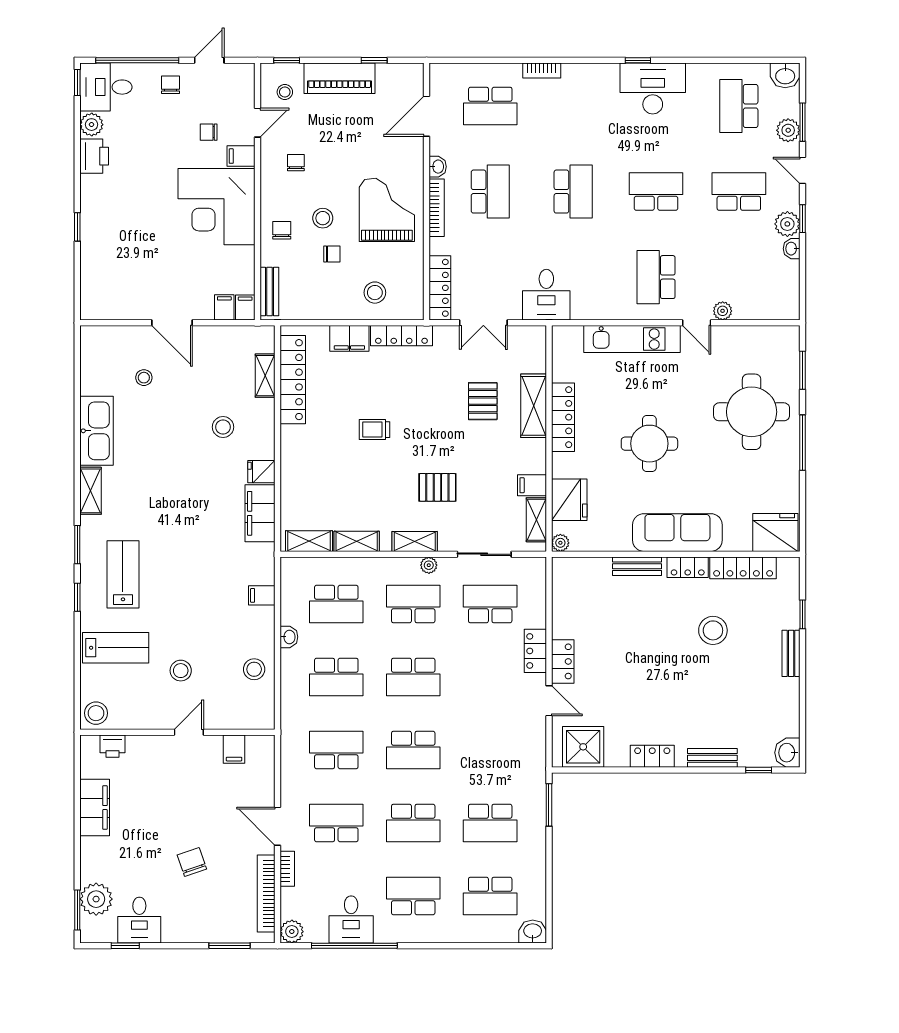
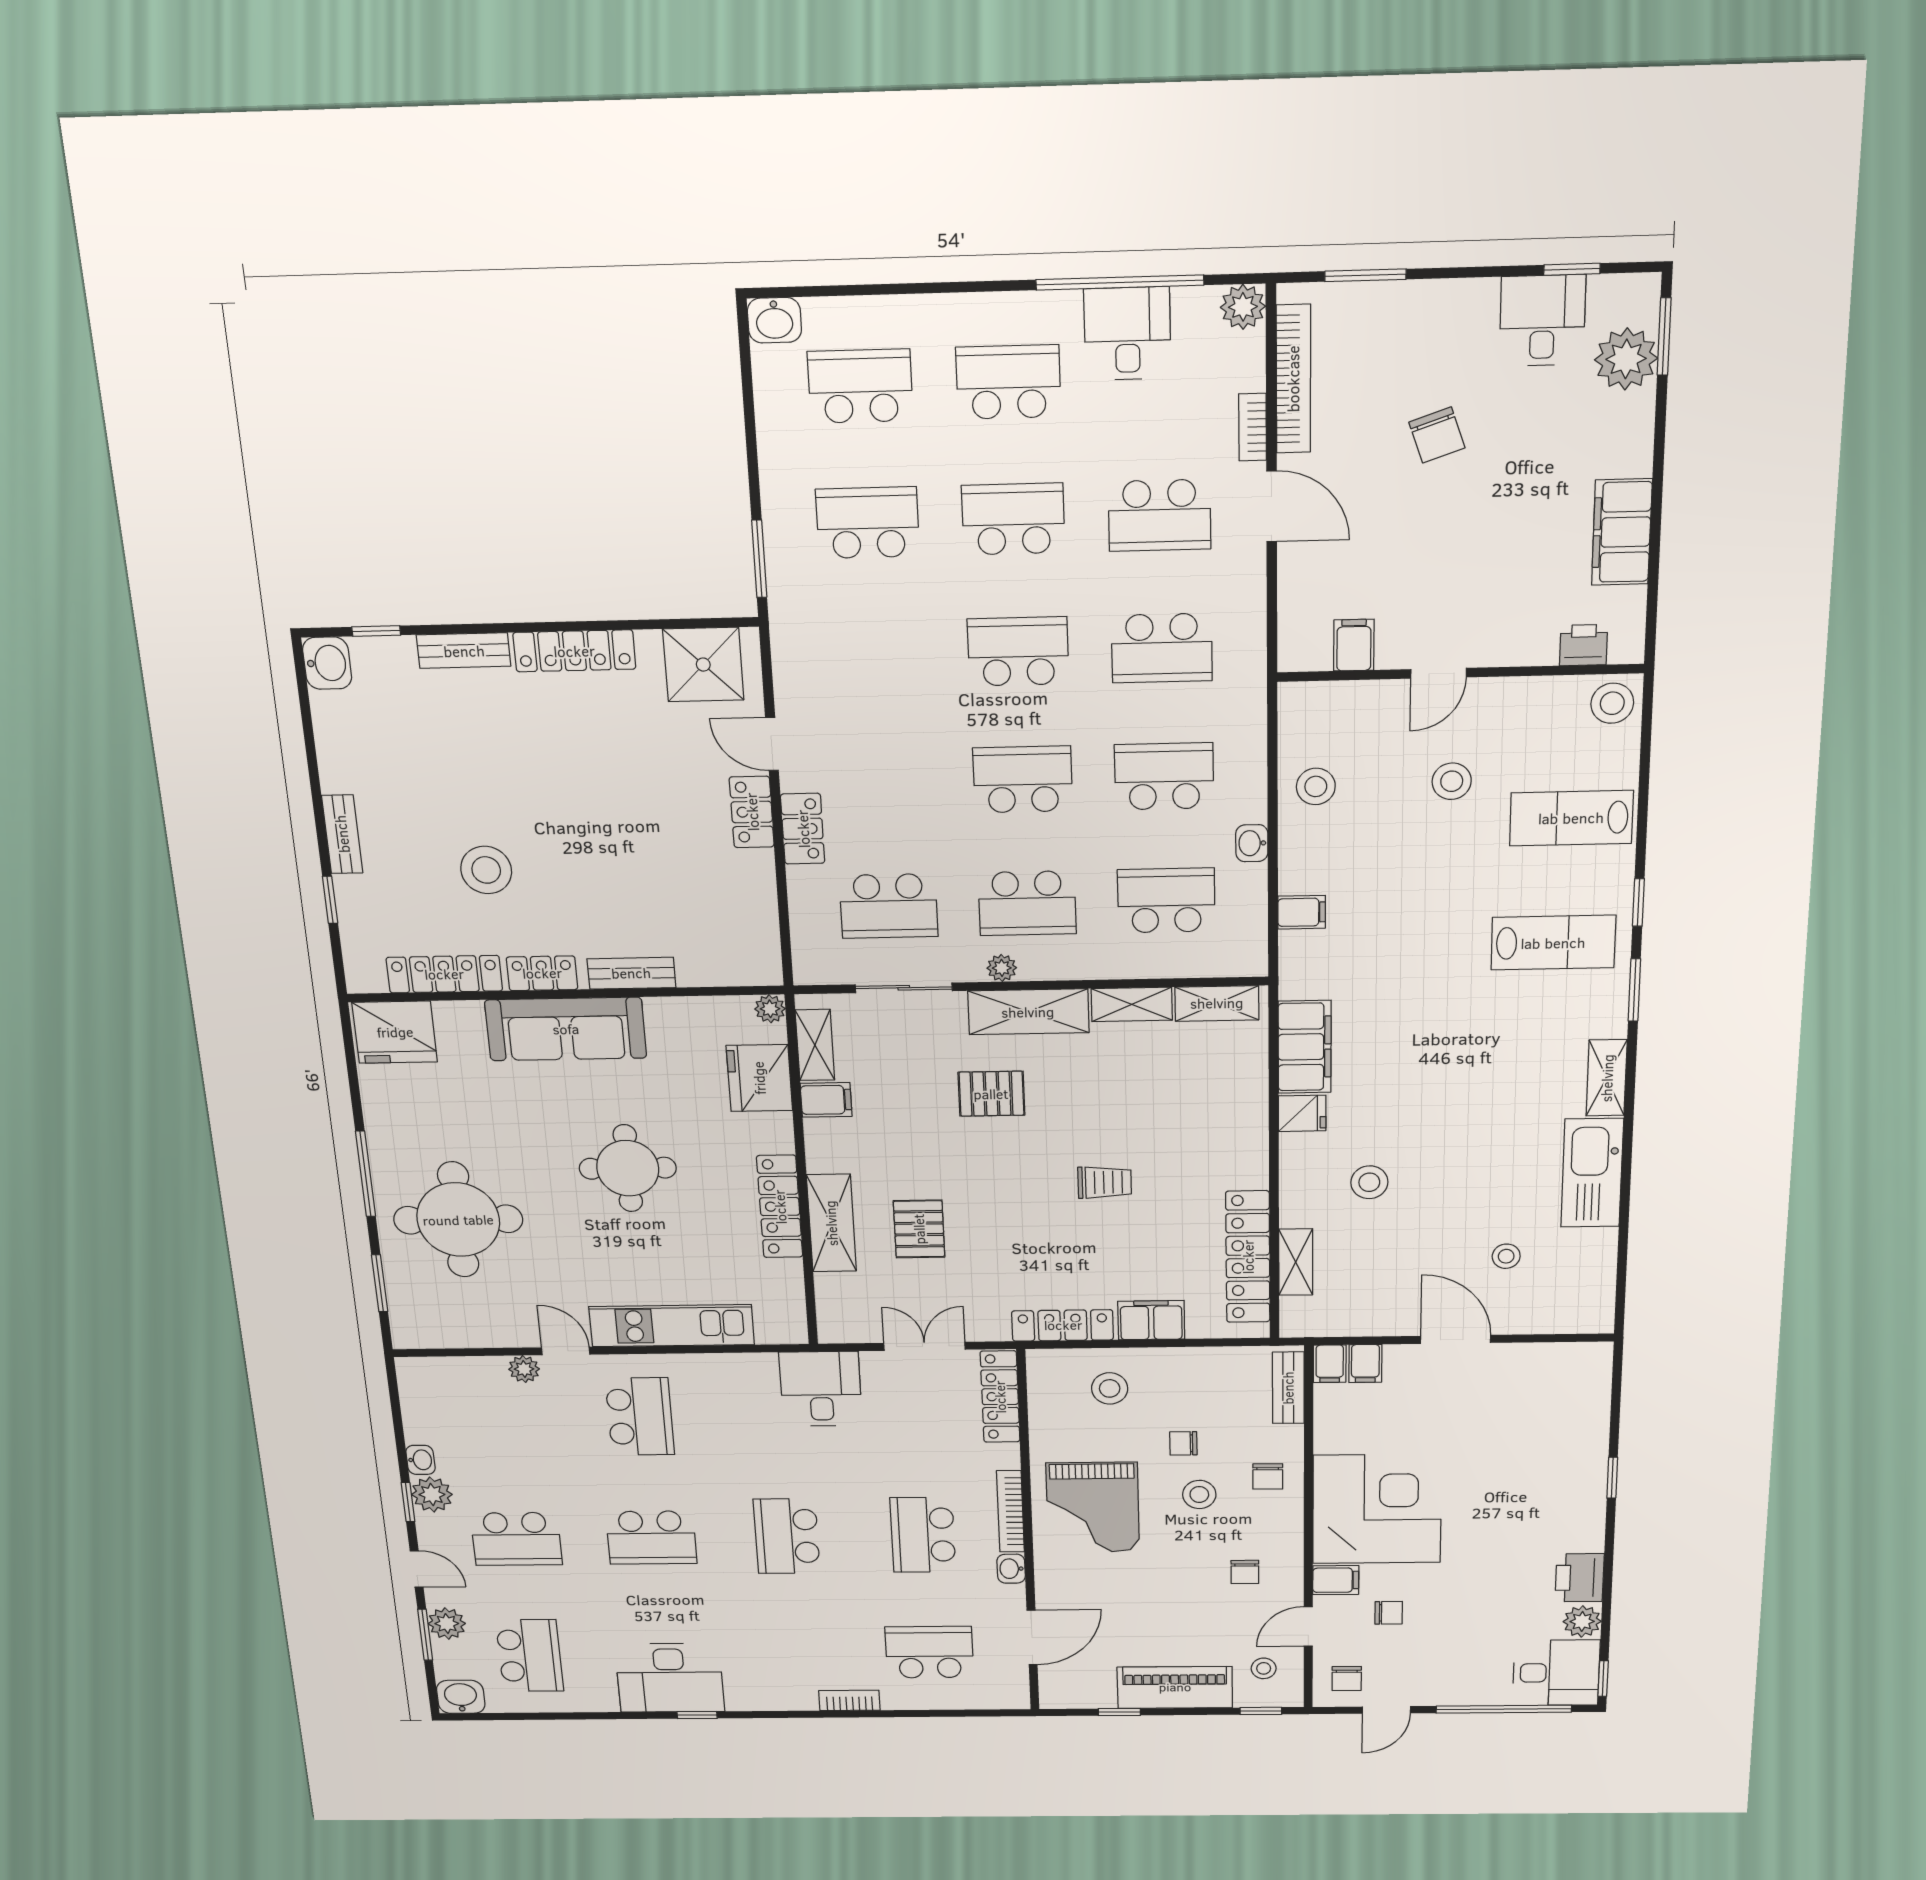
chair: (171, 85) -> (1347, 1678), moved
shelving: (415, 541) -> (1028, 1012), width x1.50, depth x1.33
lab bench: (123, 574) -> (1553, 943), turned -90
locker: (652, 756) -> (574, 651), width x1.53
school desk: (413, 896) -> (1008, 382), turned 180

